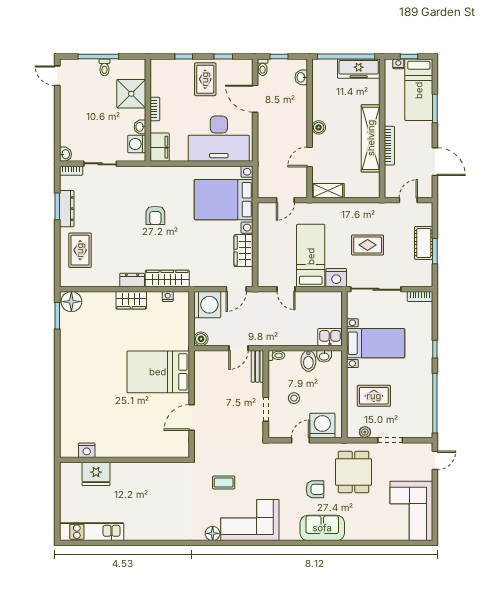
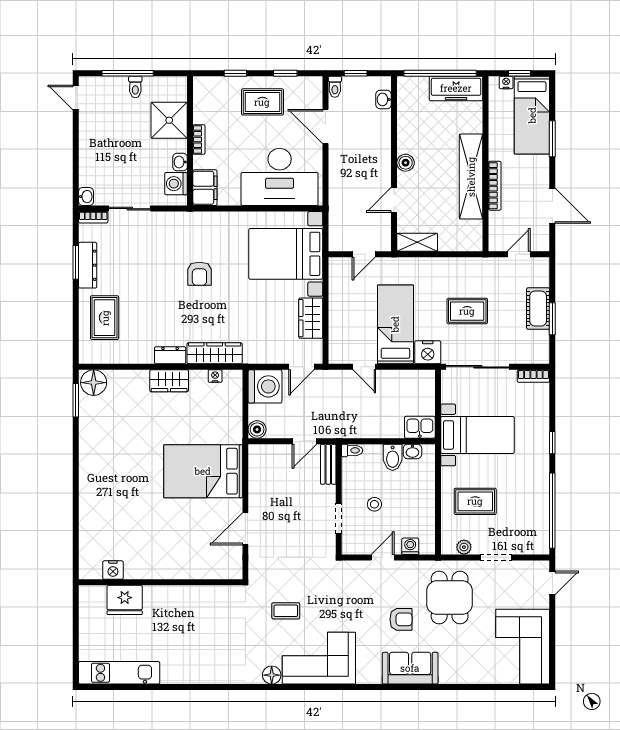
rug: (205, 79) -> (262, 102), turned 90
washing machine: (322, 426) -> (410, 546), width x0.53, depth x0.53

